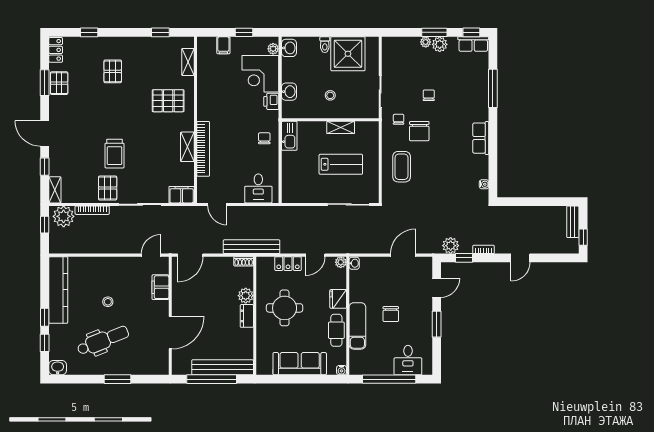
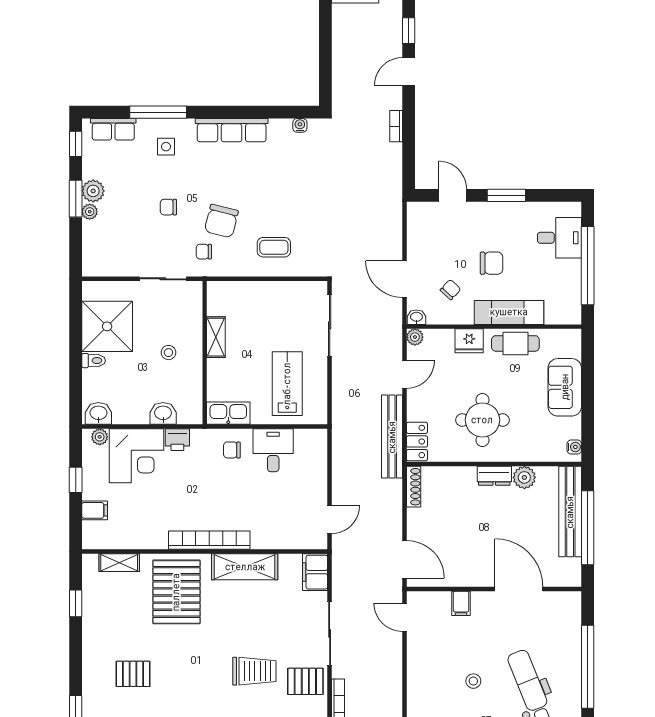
row of seats: (473, 44) -> (113, 129), moved, turned 90
side table: (470, 94) -> (166, 147), added
pallet: (168, 101) -> (176, 592), width x1.37, depth x1.41
chair: (419, 131) -> (221, 221), turned 104
row of seats: (481, 138) -> (232, 130), width x1.48
shelving: (187, 147) -> (245, 567), width x1.50, depth x1.33
bookcase: (203, 149) -> (209, 540), moved
lab bench: (341, 164) -> (287, 384), moved
coffee table: (402, 167) -> (274, 247), width x0.73, depth x0.77
desk: (258, 188) -> (273, 450), moved, turned -90
plant: (451, 246) -> (390, 175), removed
bench: (252, 247) -> (392, 437), moved
door: (315, 255) -> (405, 374), hinge flipped
door: (403, 255) -> (405, 279), moved
window: (464, 258) -> (409, 31), moved
door: (520, 258) -> (409, 72), swing flipped
shoe rack: (244, 261) -> (414, 487), width x1.43
locker: (288, 264) -> (417, 441), moved
chair: (373, 286) -> (451, 290), added
filing cabinet: (160, 287) -> (461, 603), width x0.50
plant: (246, 296) -> (524, 477), moved
sofa: (300, 364) -> (565, 387), width x0.73
water cooler: (342, 370) -> (574, 447), moved
window: (117, 379) -> (588, 667), width x2.11

